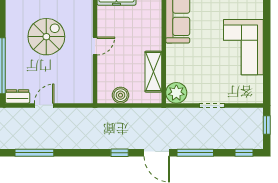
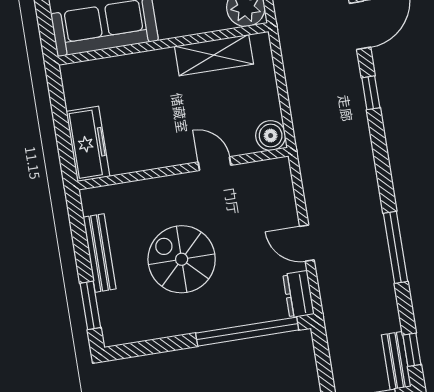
door: (95, 46) -> (214, 164), moved
boiler: (121, 95) -> (271, 136), moved

